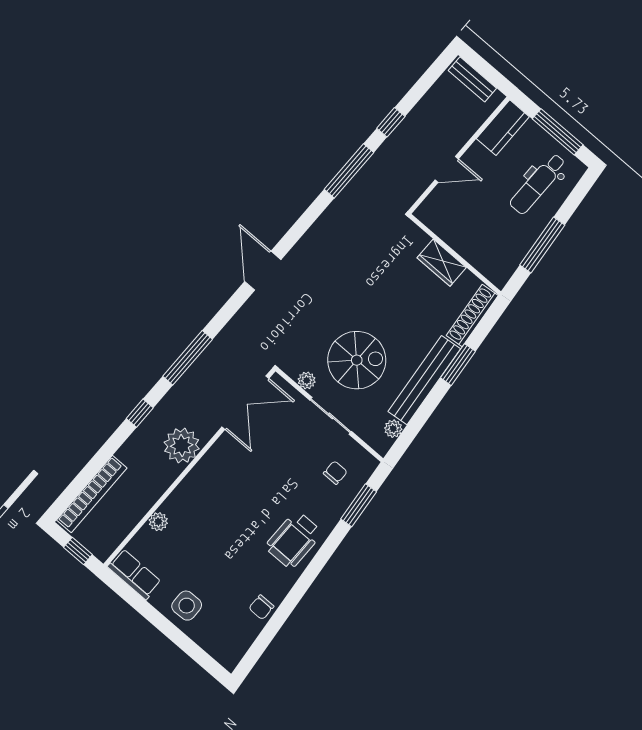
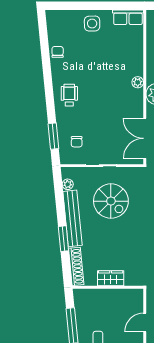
spiral stairs: (357, 360) -> (111, 201), turned -90
plant: (307, 380) -> (126, 172), removed
plant: (158, 522) -> (138, 82), moved
wheelchair: (294, 540) -> (69, 95), width x0.73, depth x0.73

